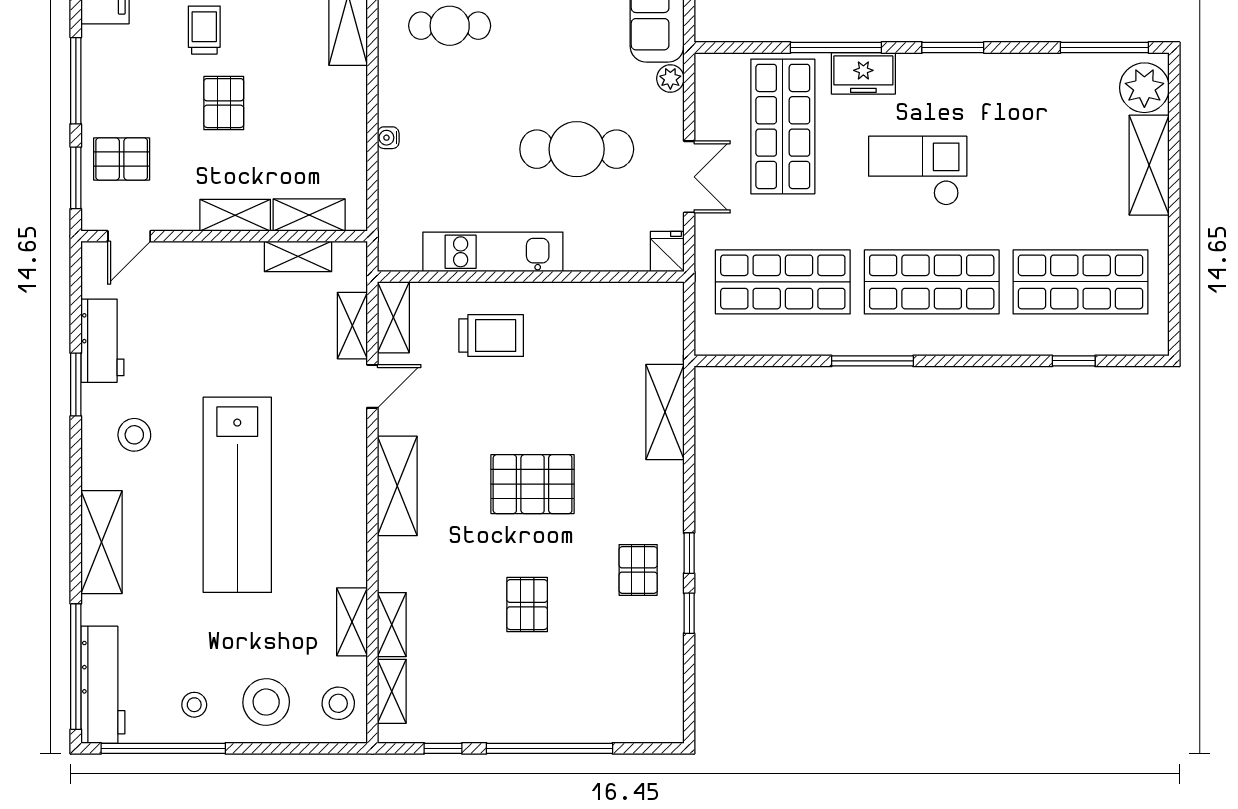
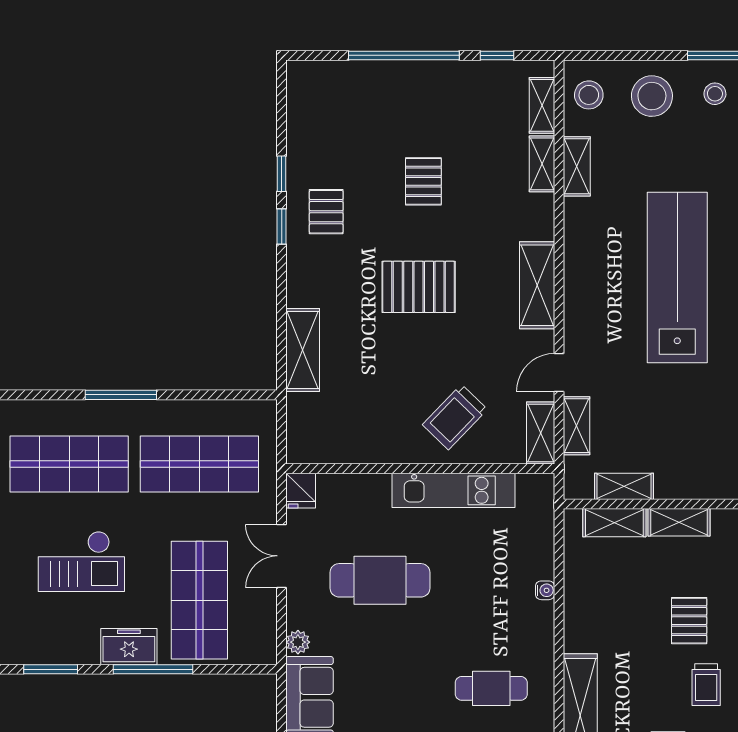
trolley: (491, 336) -> (455, 417), turned -46

